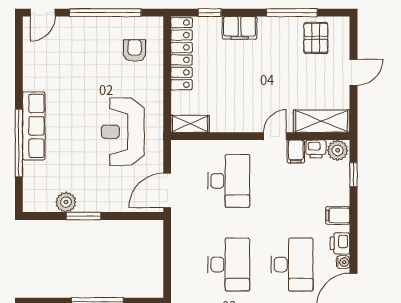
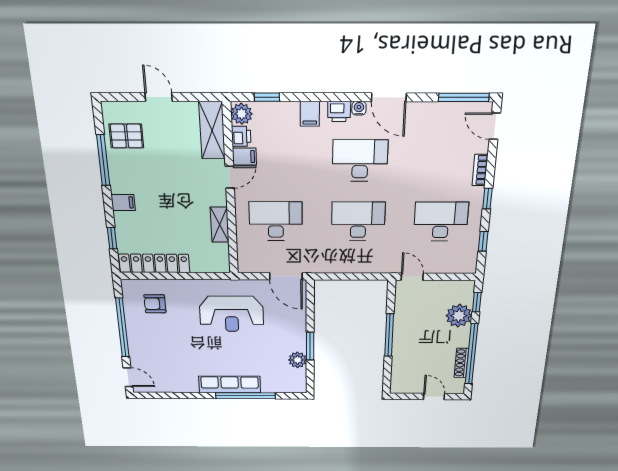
filing cabinet: (240, 28) -> (123, 202), width x0.50
shelving: (190, 124) -> (220, 225), moved
door: (275, 136) -> (230, 177), swing flipped

